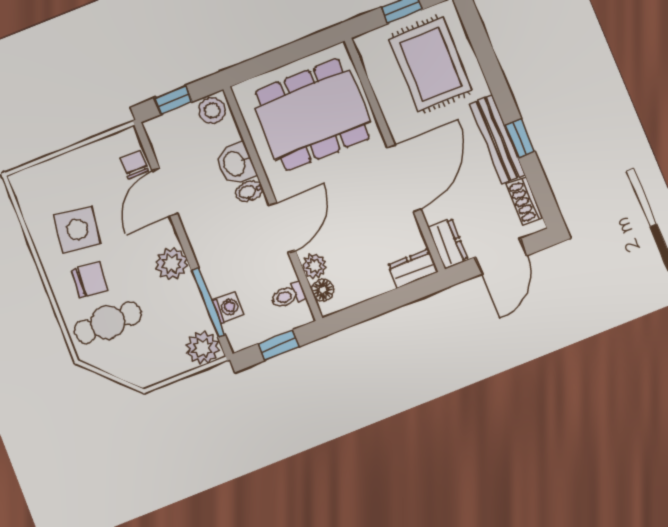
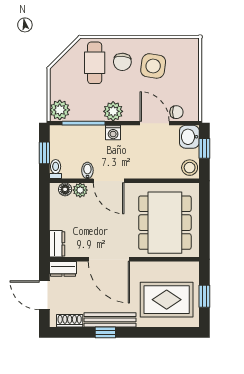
washbasin: (236, 164) -> (189, 137), moved, turned -90
bidet: (249, 191) -> (87, 170), moved
toilet: (288, 295) -> (56, 169), moved
washing machine: (227, 308) -> (113, 133), moved

